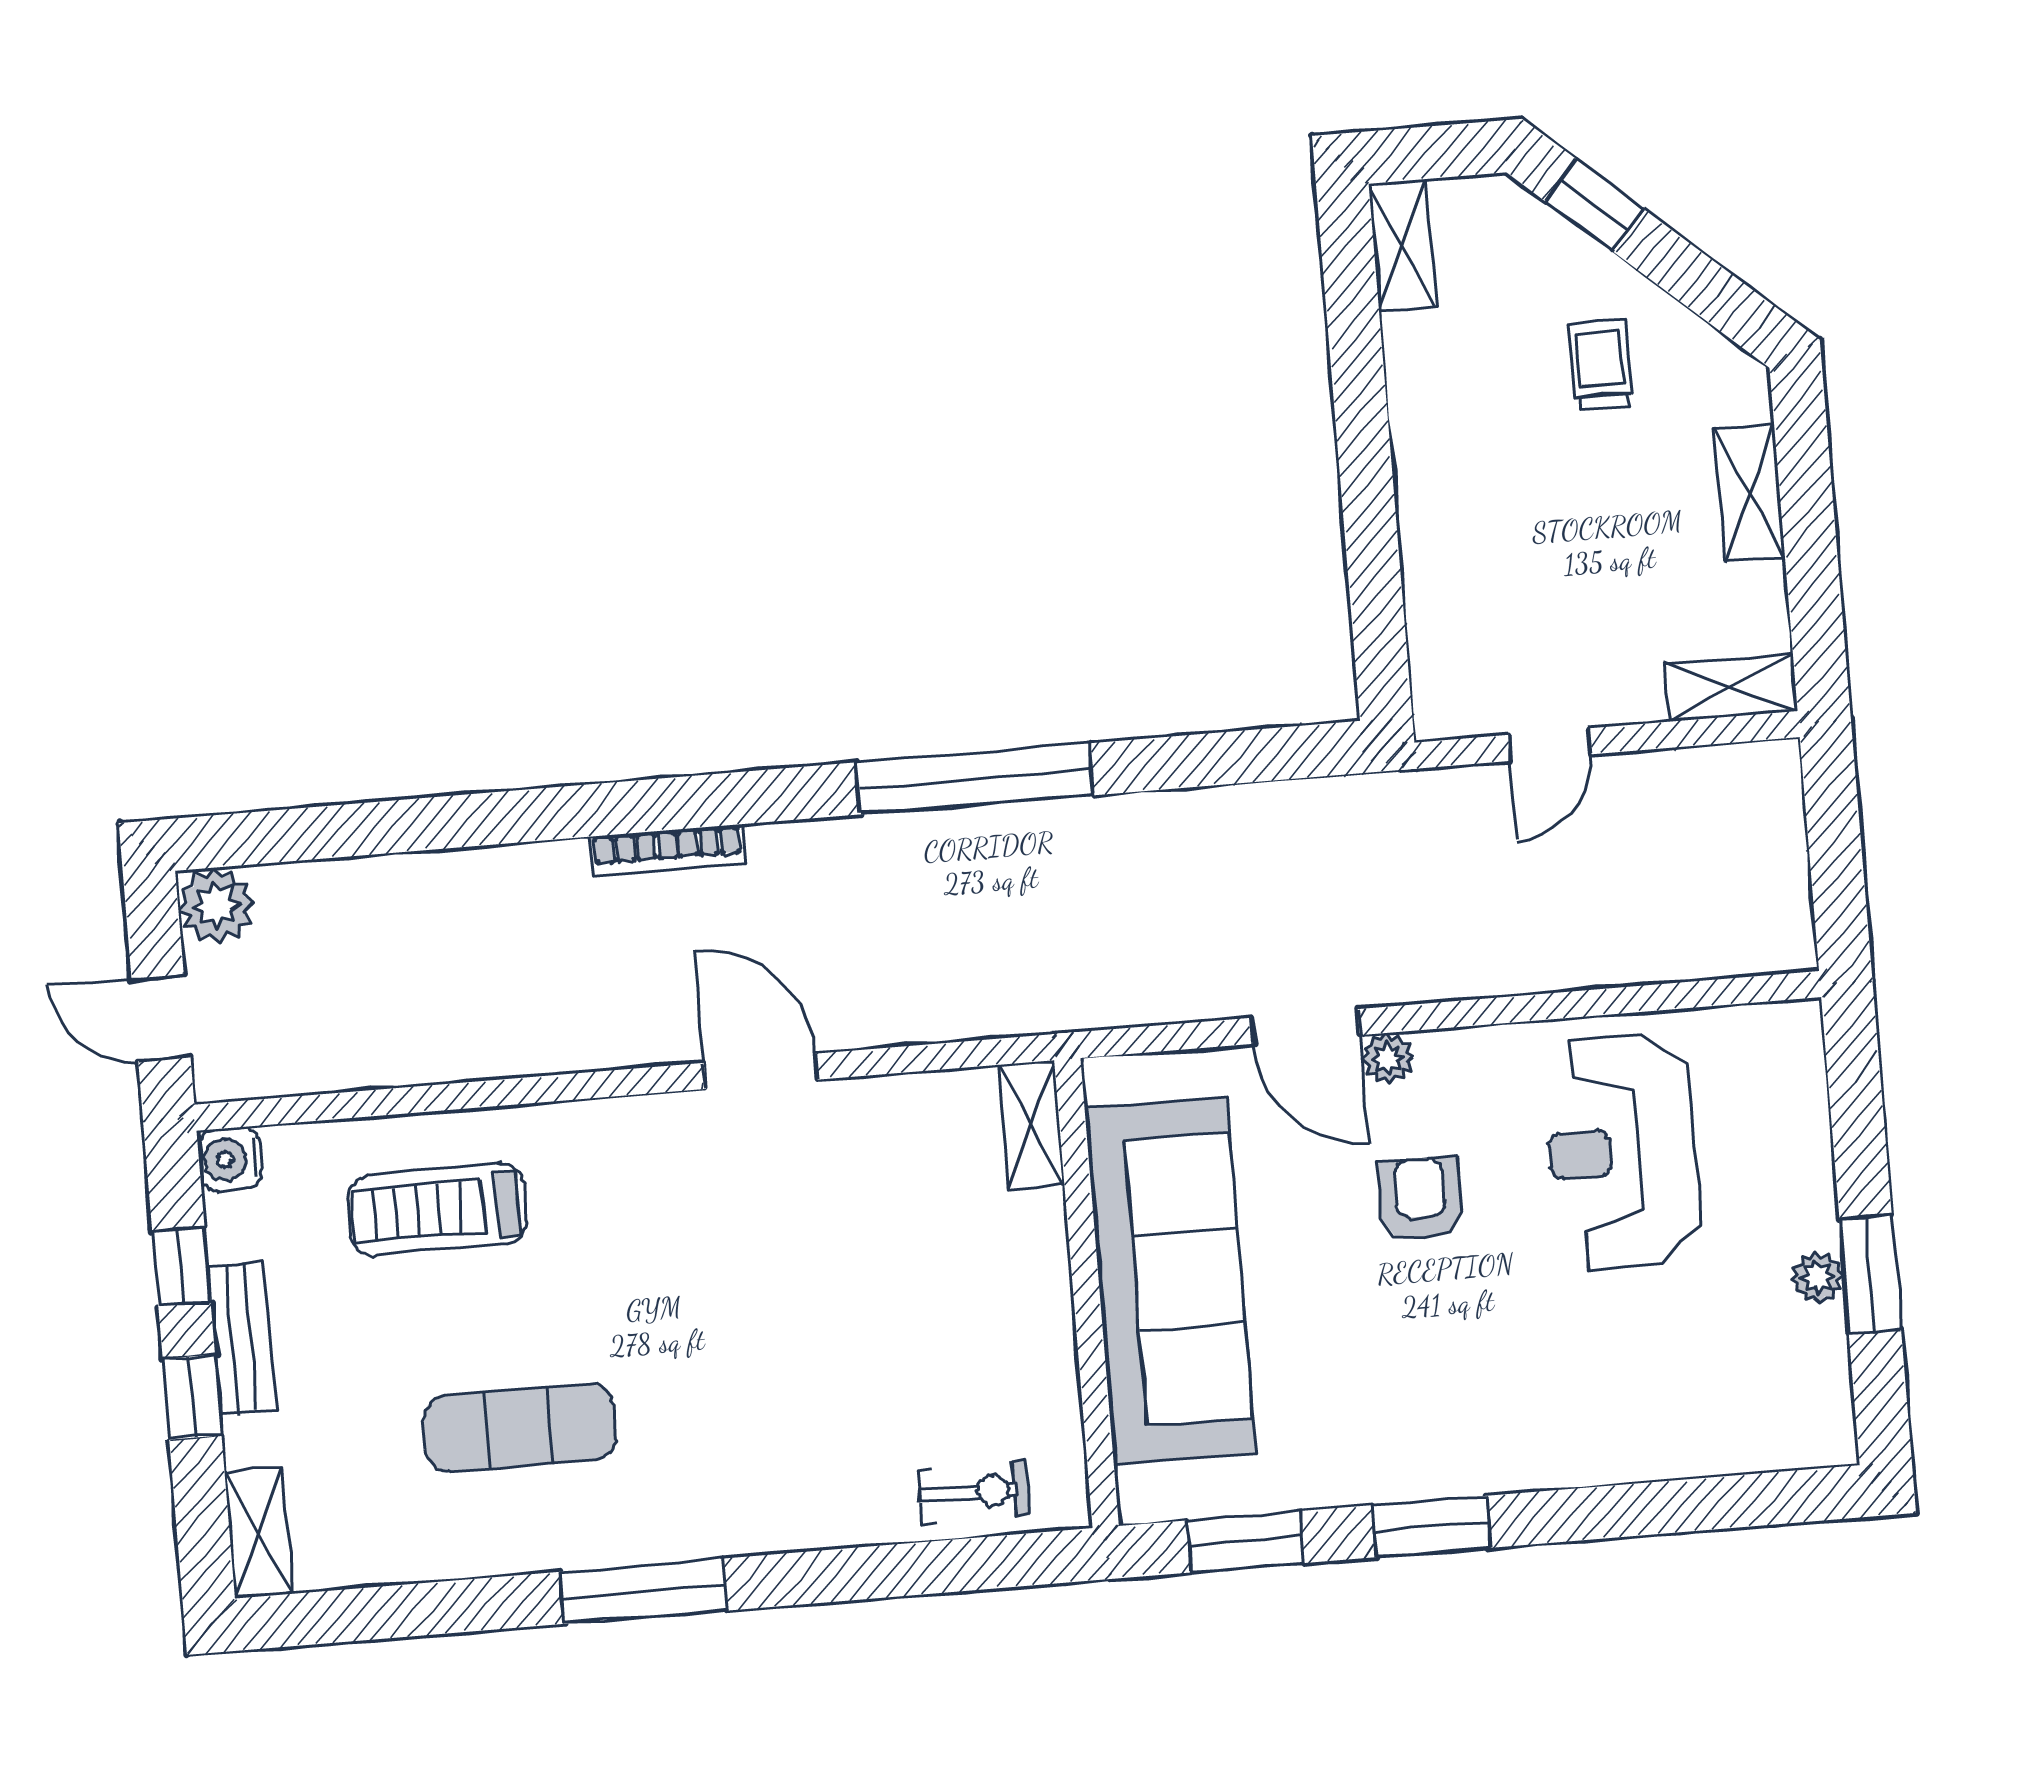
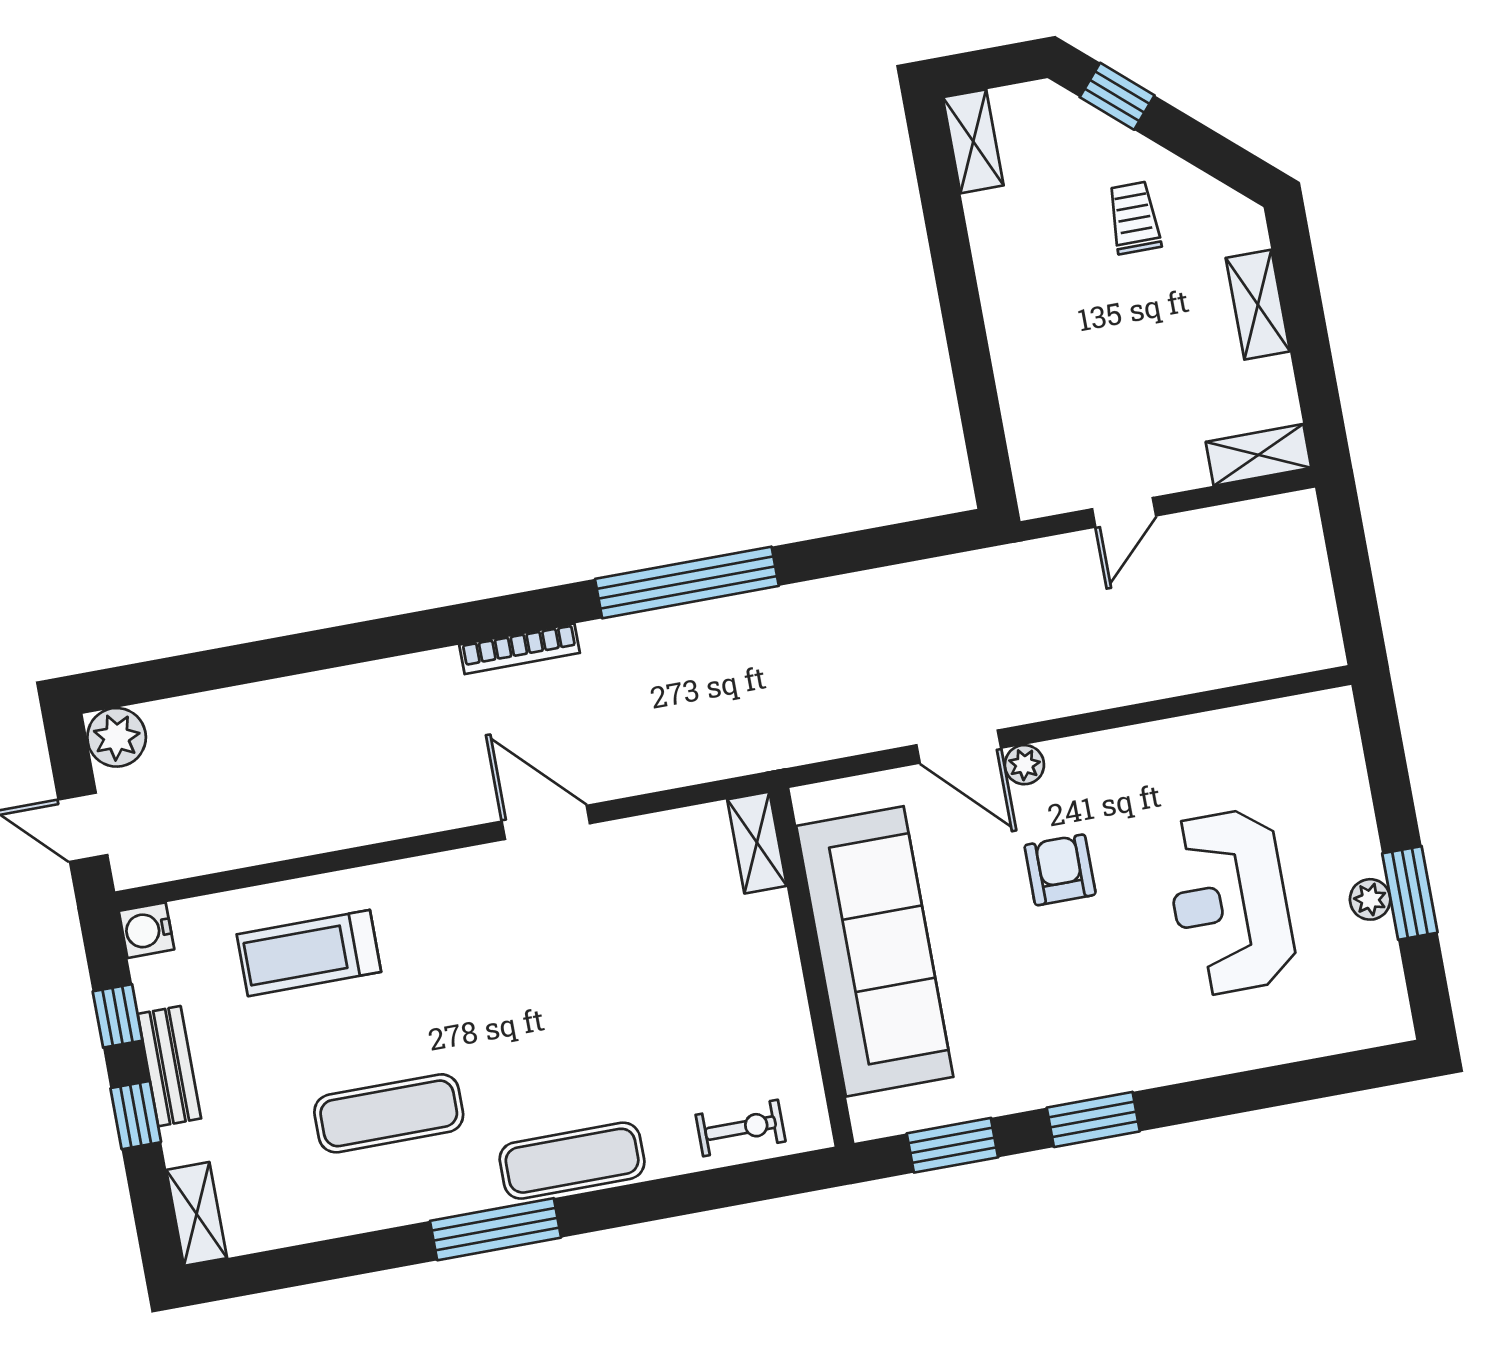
bookcase: (667, 850) -> (520, 649), moved
reception desk: (1622, 1151) -> (1230, 902), moved
exercise mat: (751, 1512) -> (572, 1161), added

